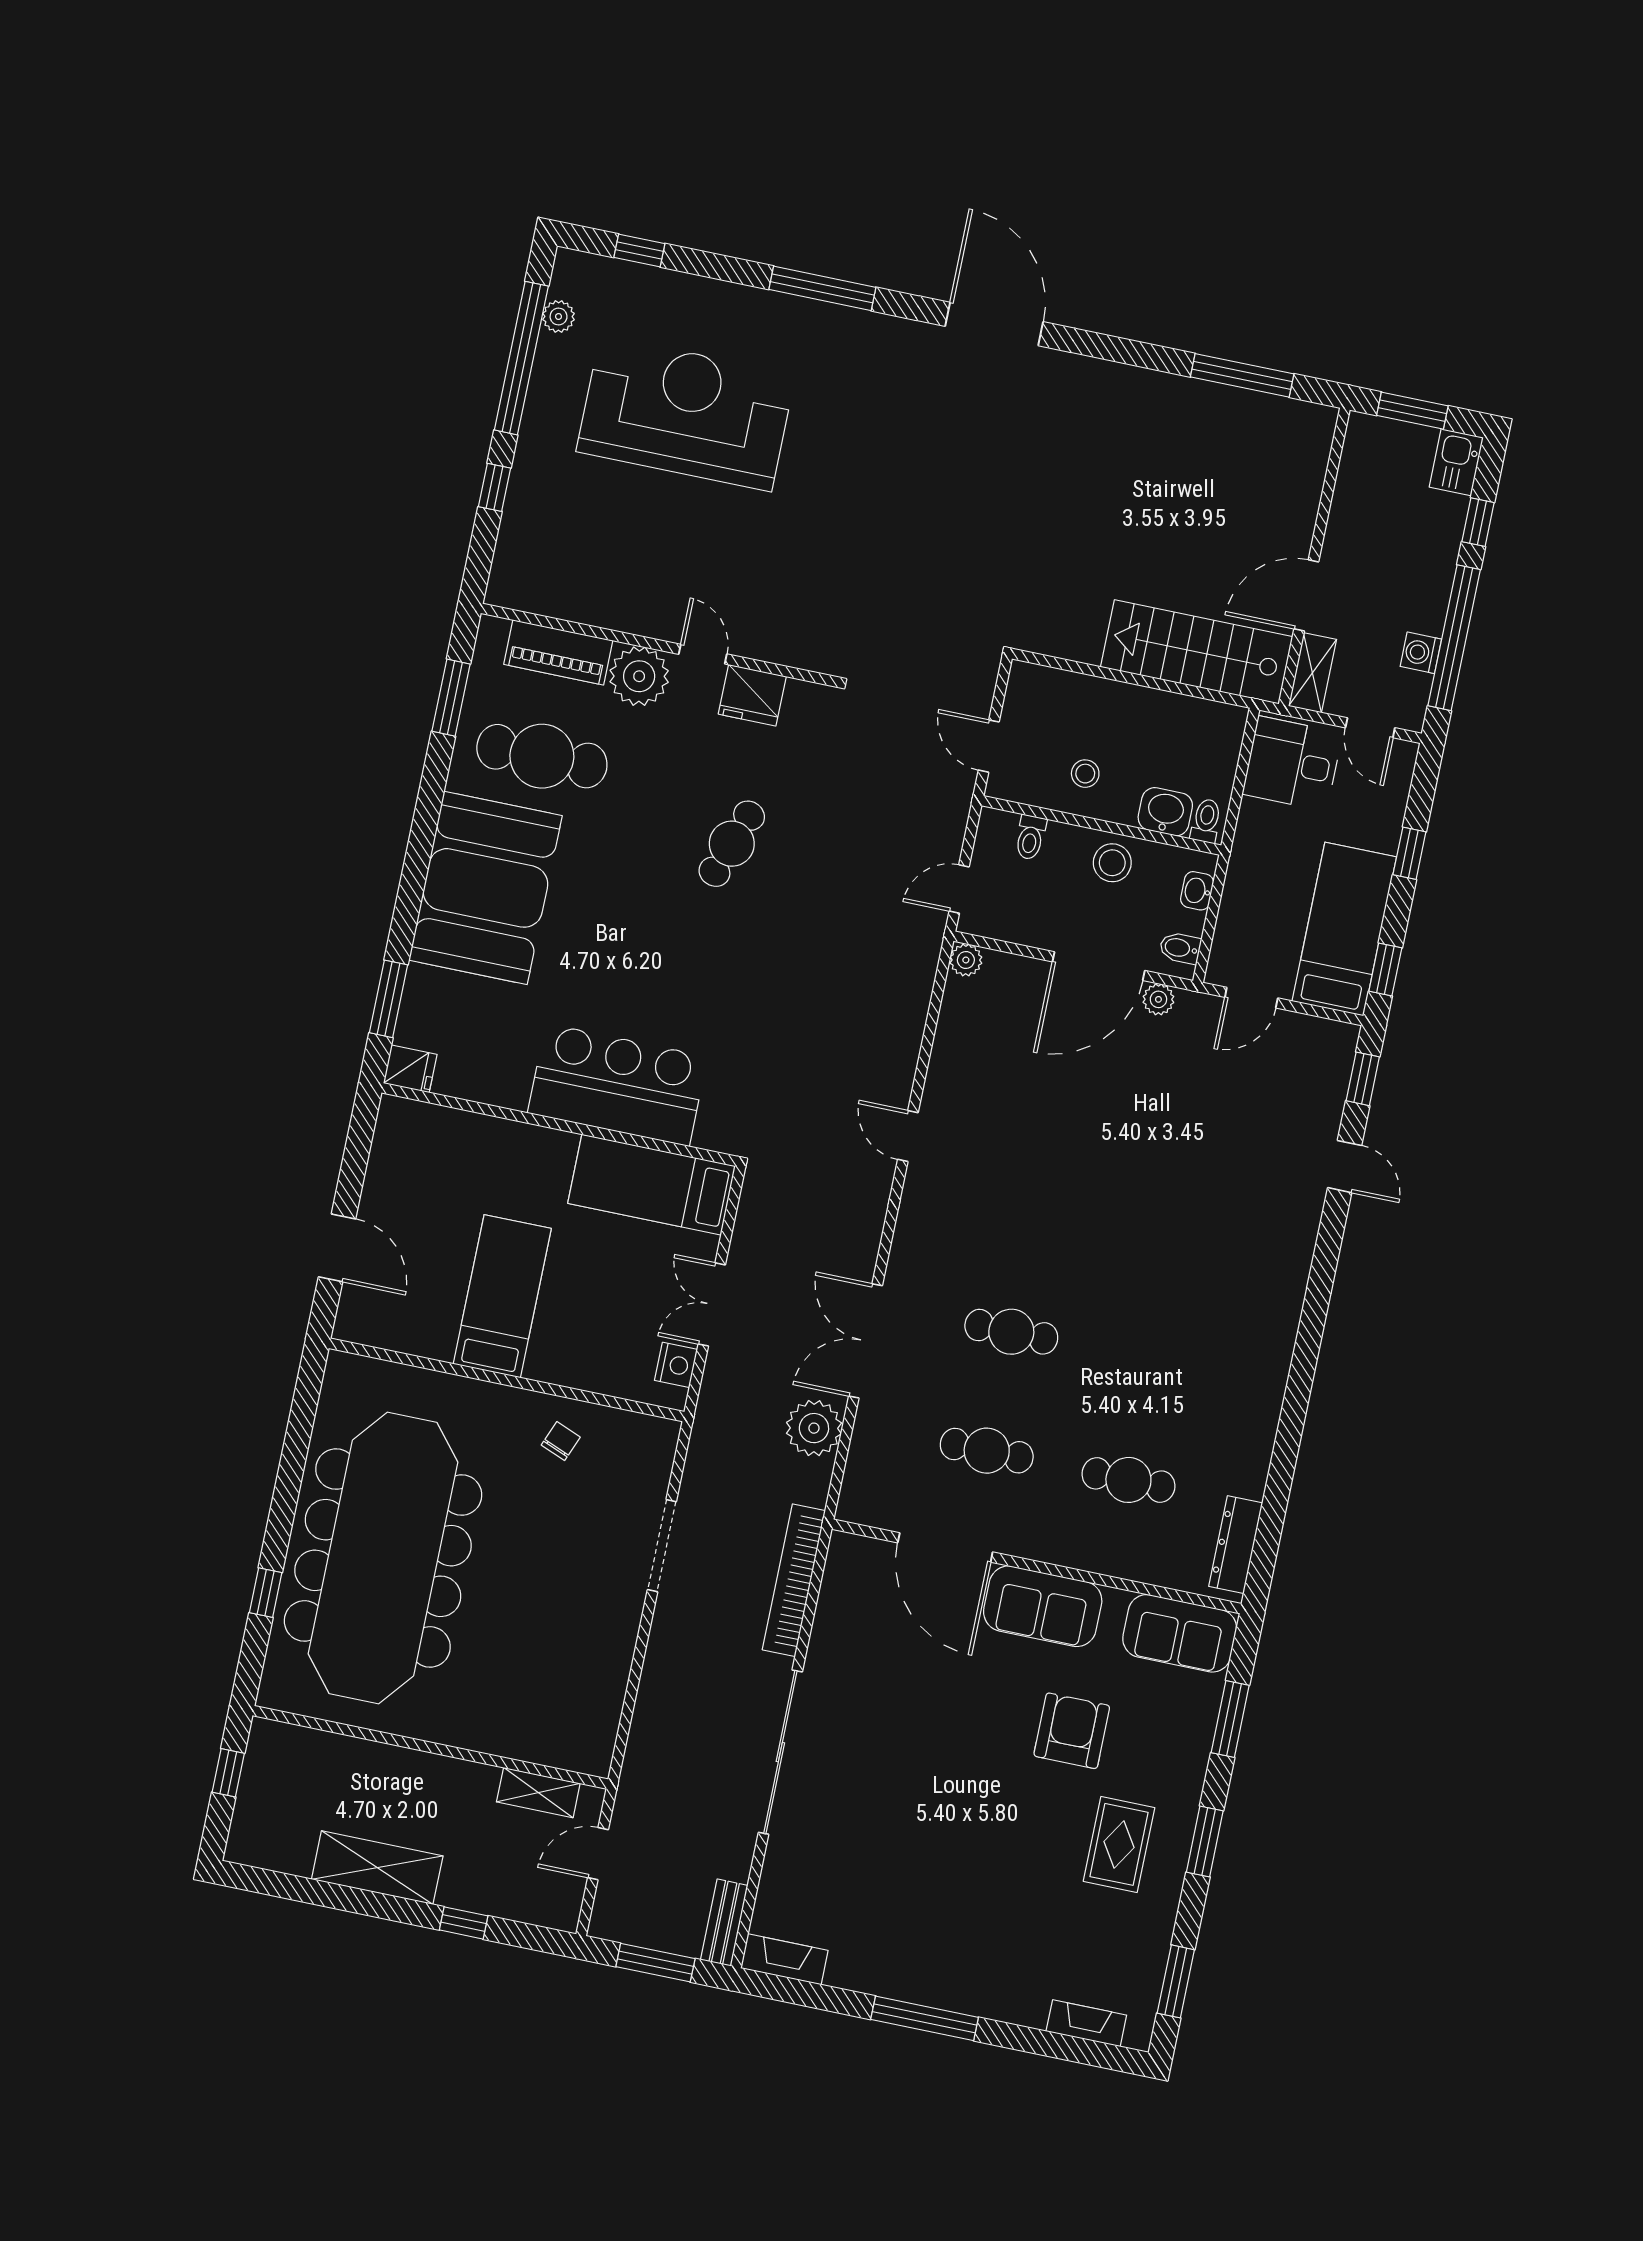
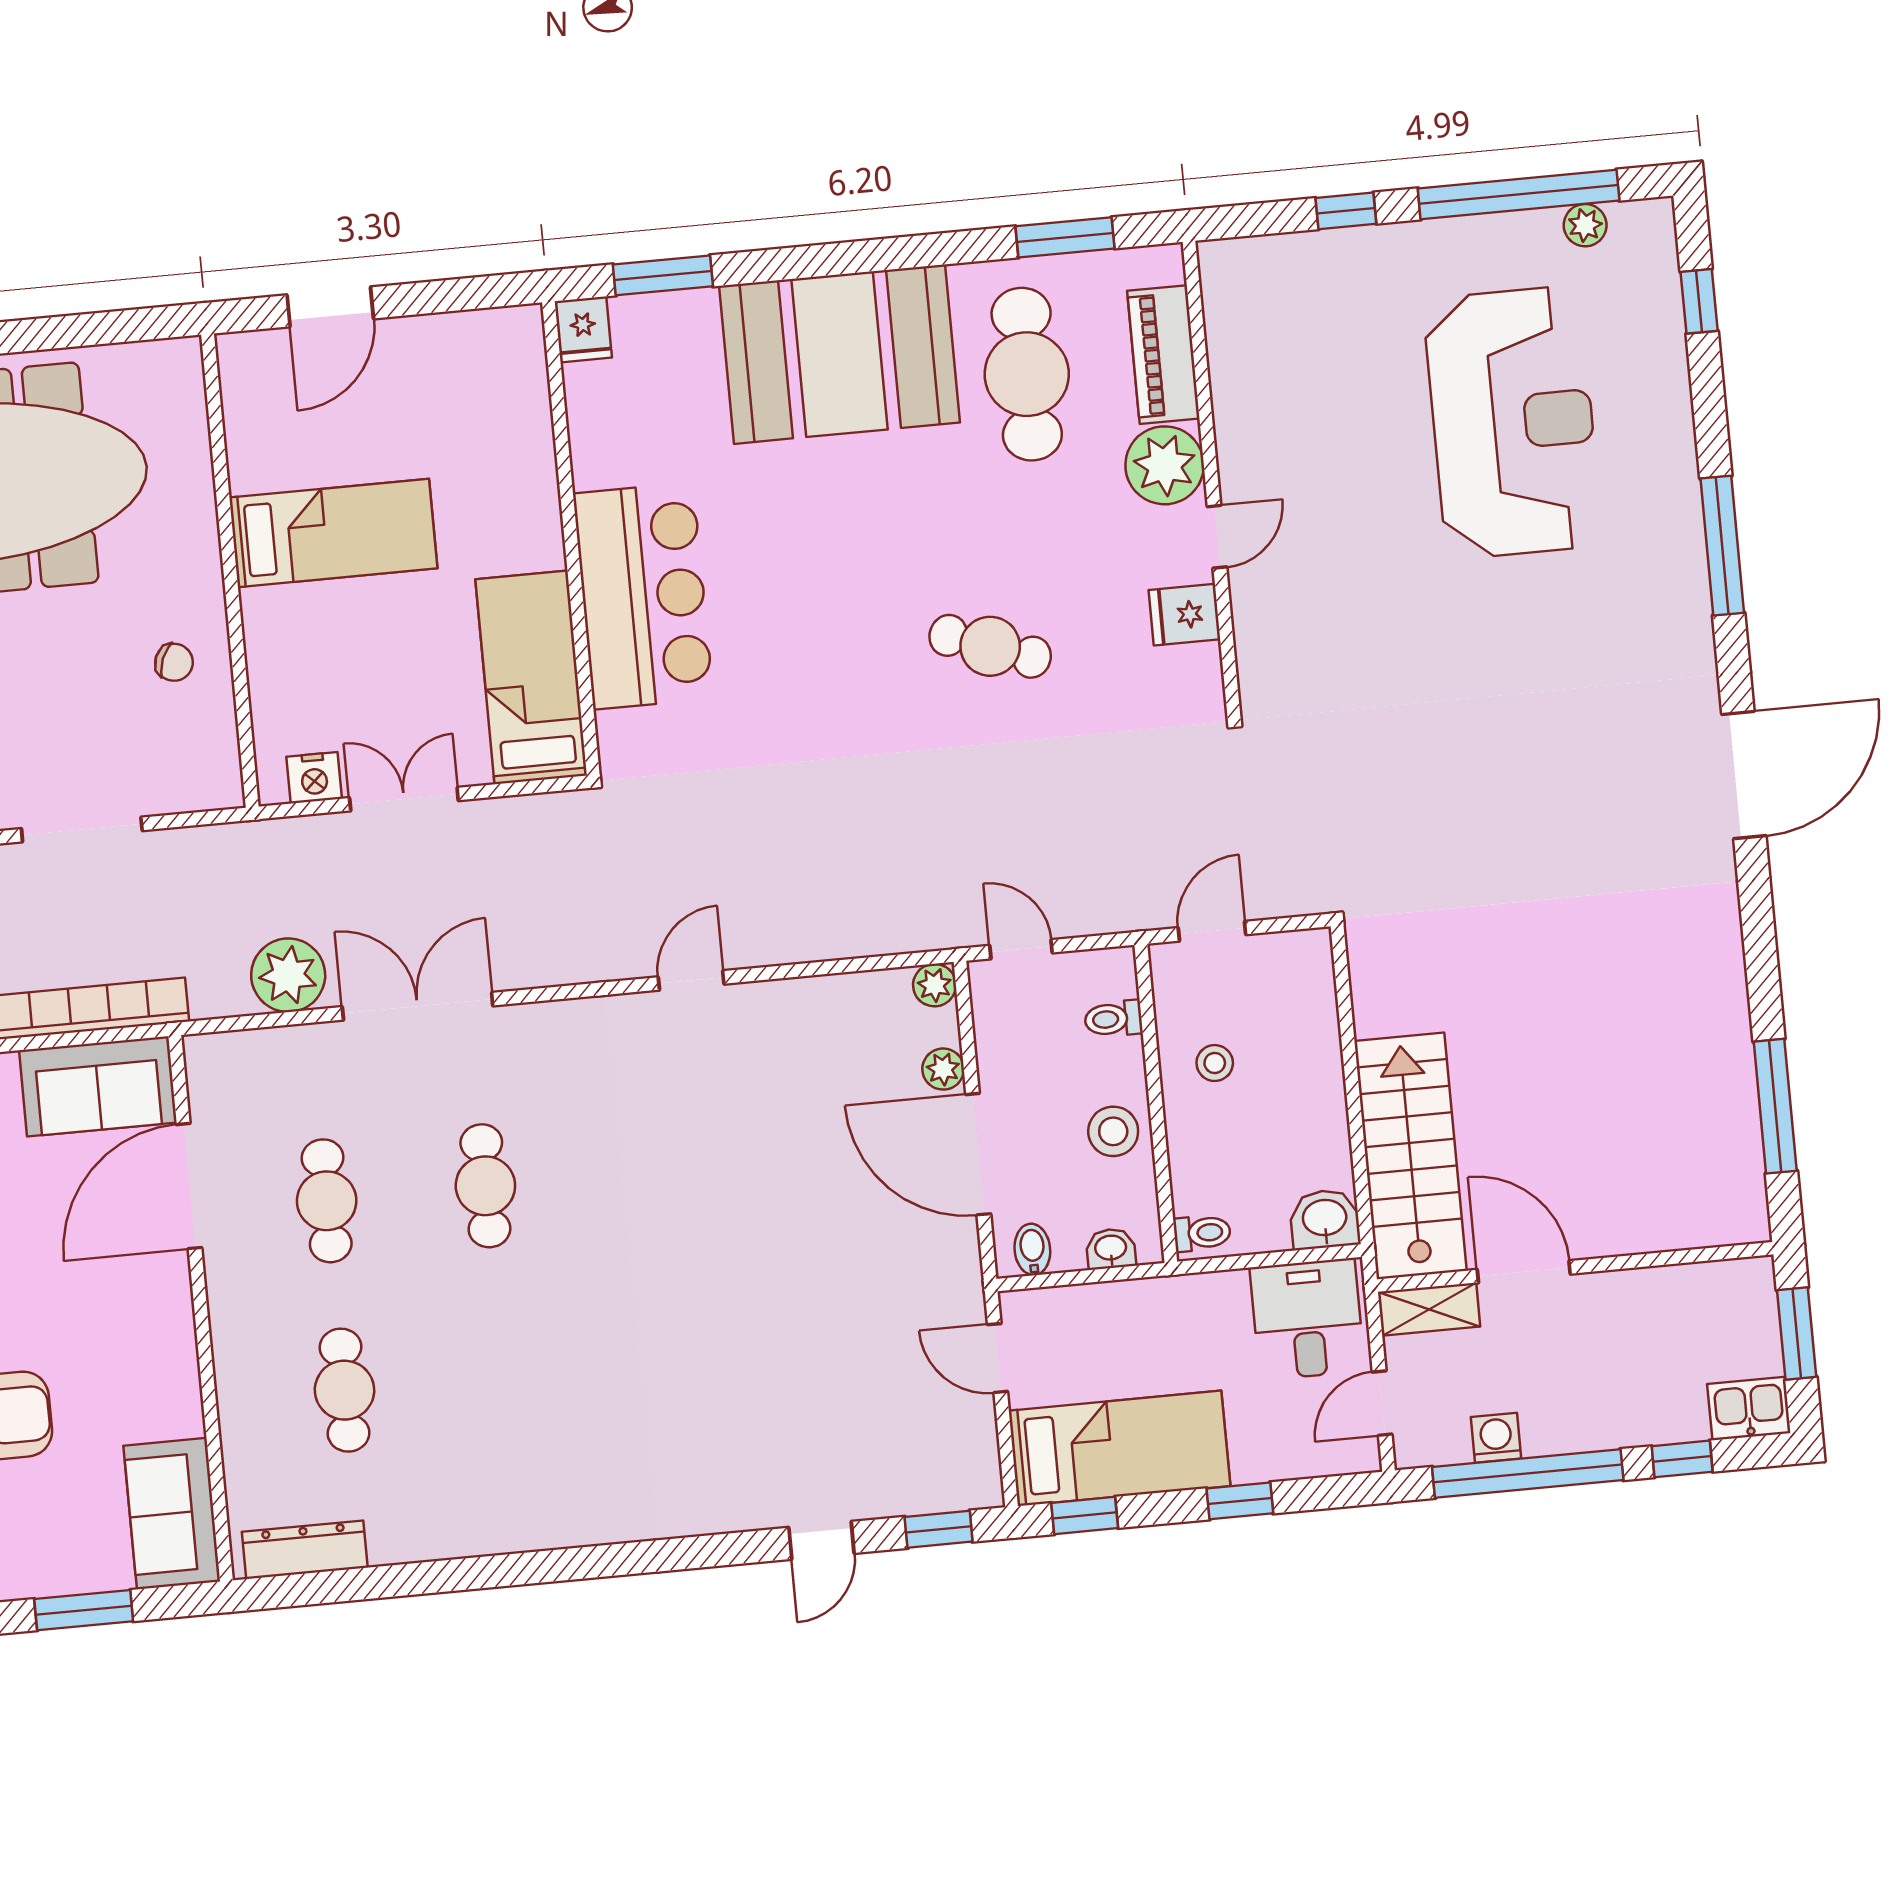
fridge: (752, 695) -> (1185, 615), width x0.72
washbasin: (1165, 812) -> (1325, 1219), moved, turned -90
plant: (1158, 999) -> (943, 1069), moved
sofa: (1043, 1606) -> (98, 1086), moved, turned -90

